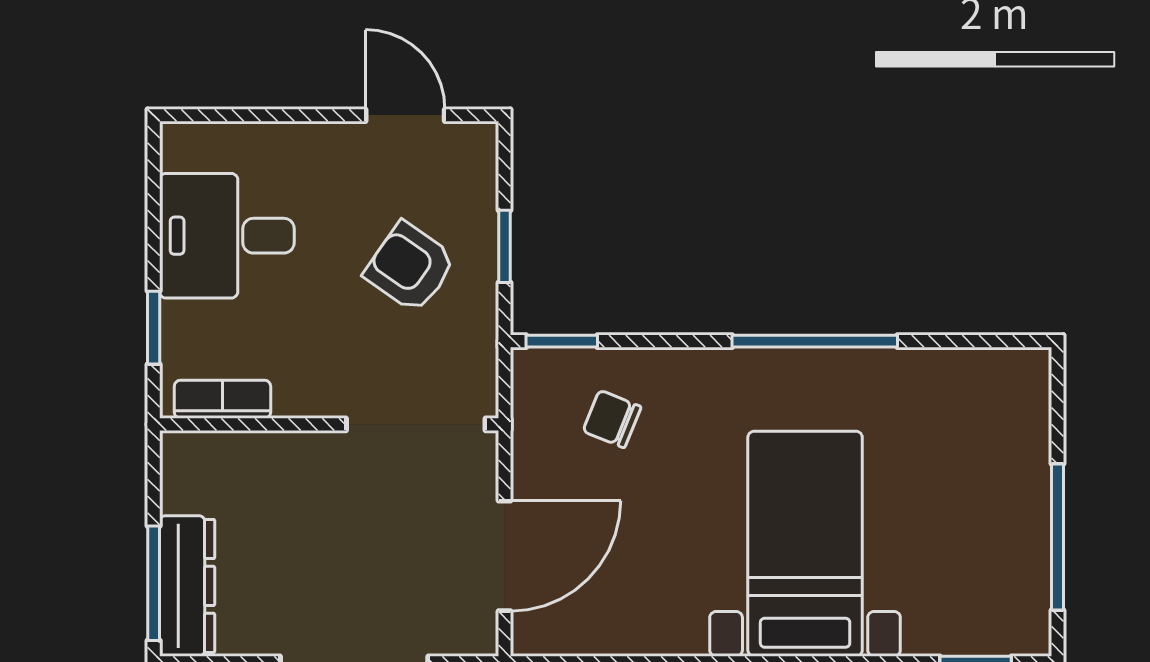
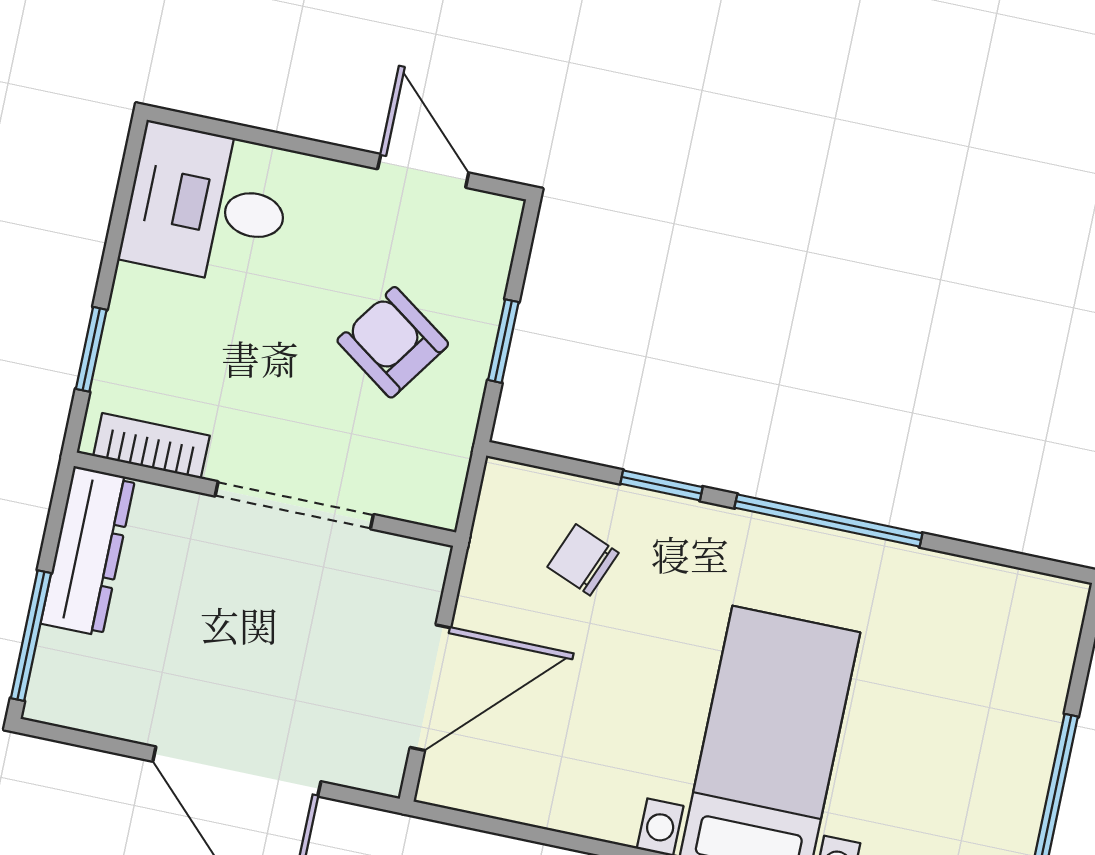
desk: (227, 236) -> (207, 205), moved
window: (562, 341) -> (661, 485), moved
doorway: (416, 424) -> (294, 505), moved
dresser: (187, 586) -> (88, 551), moved

